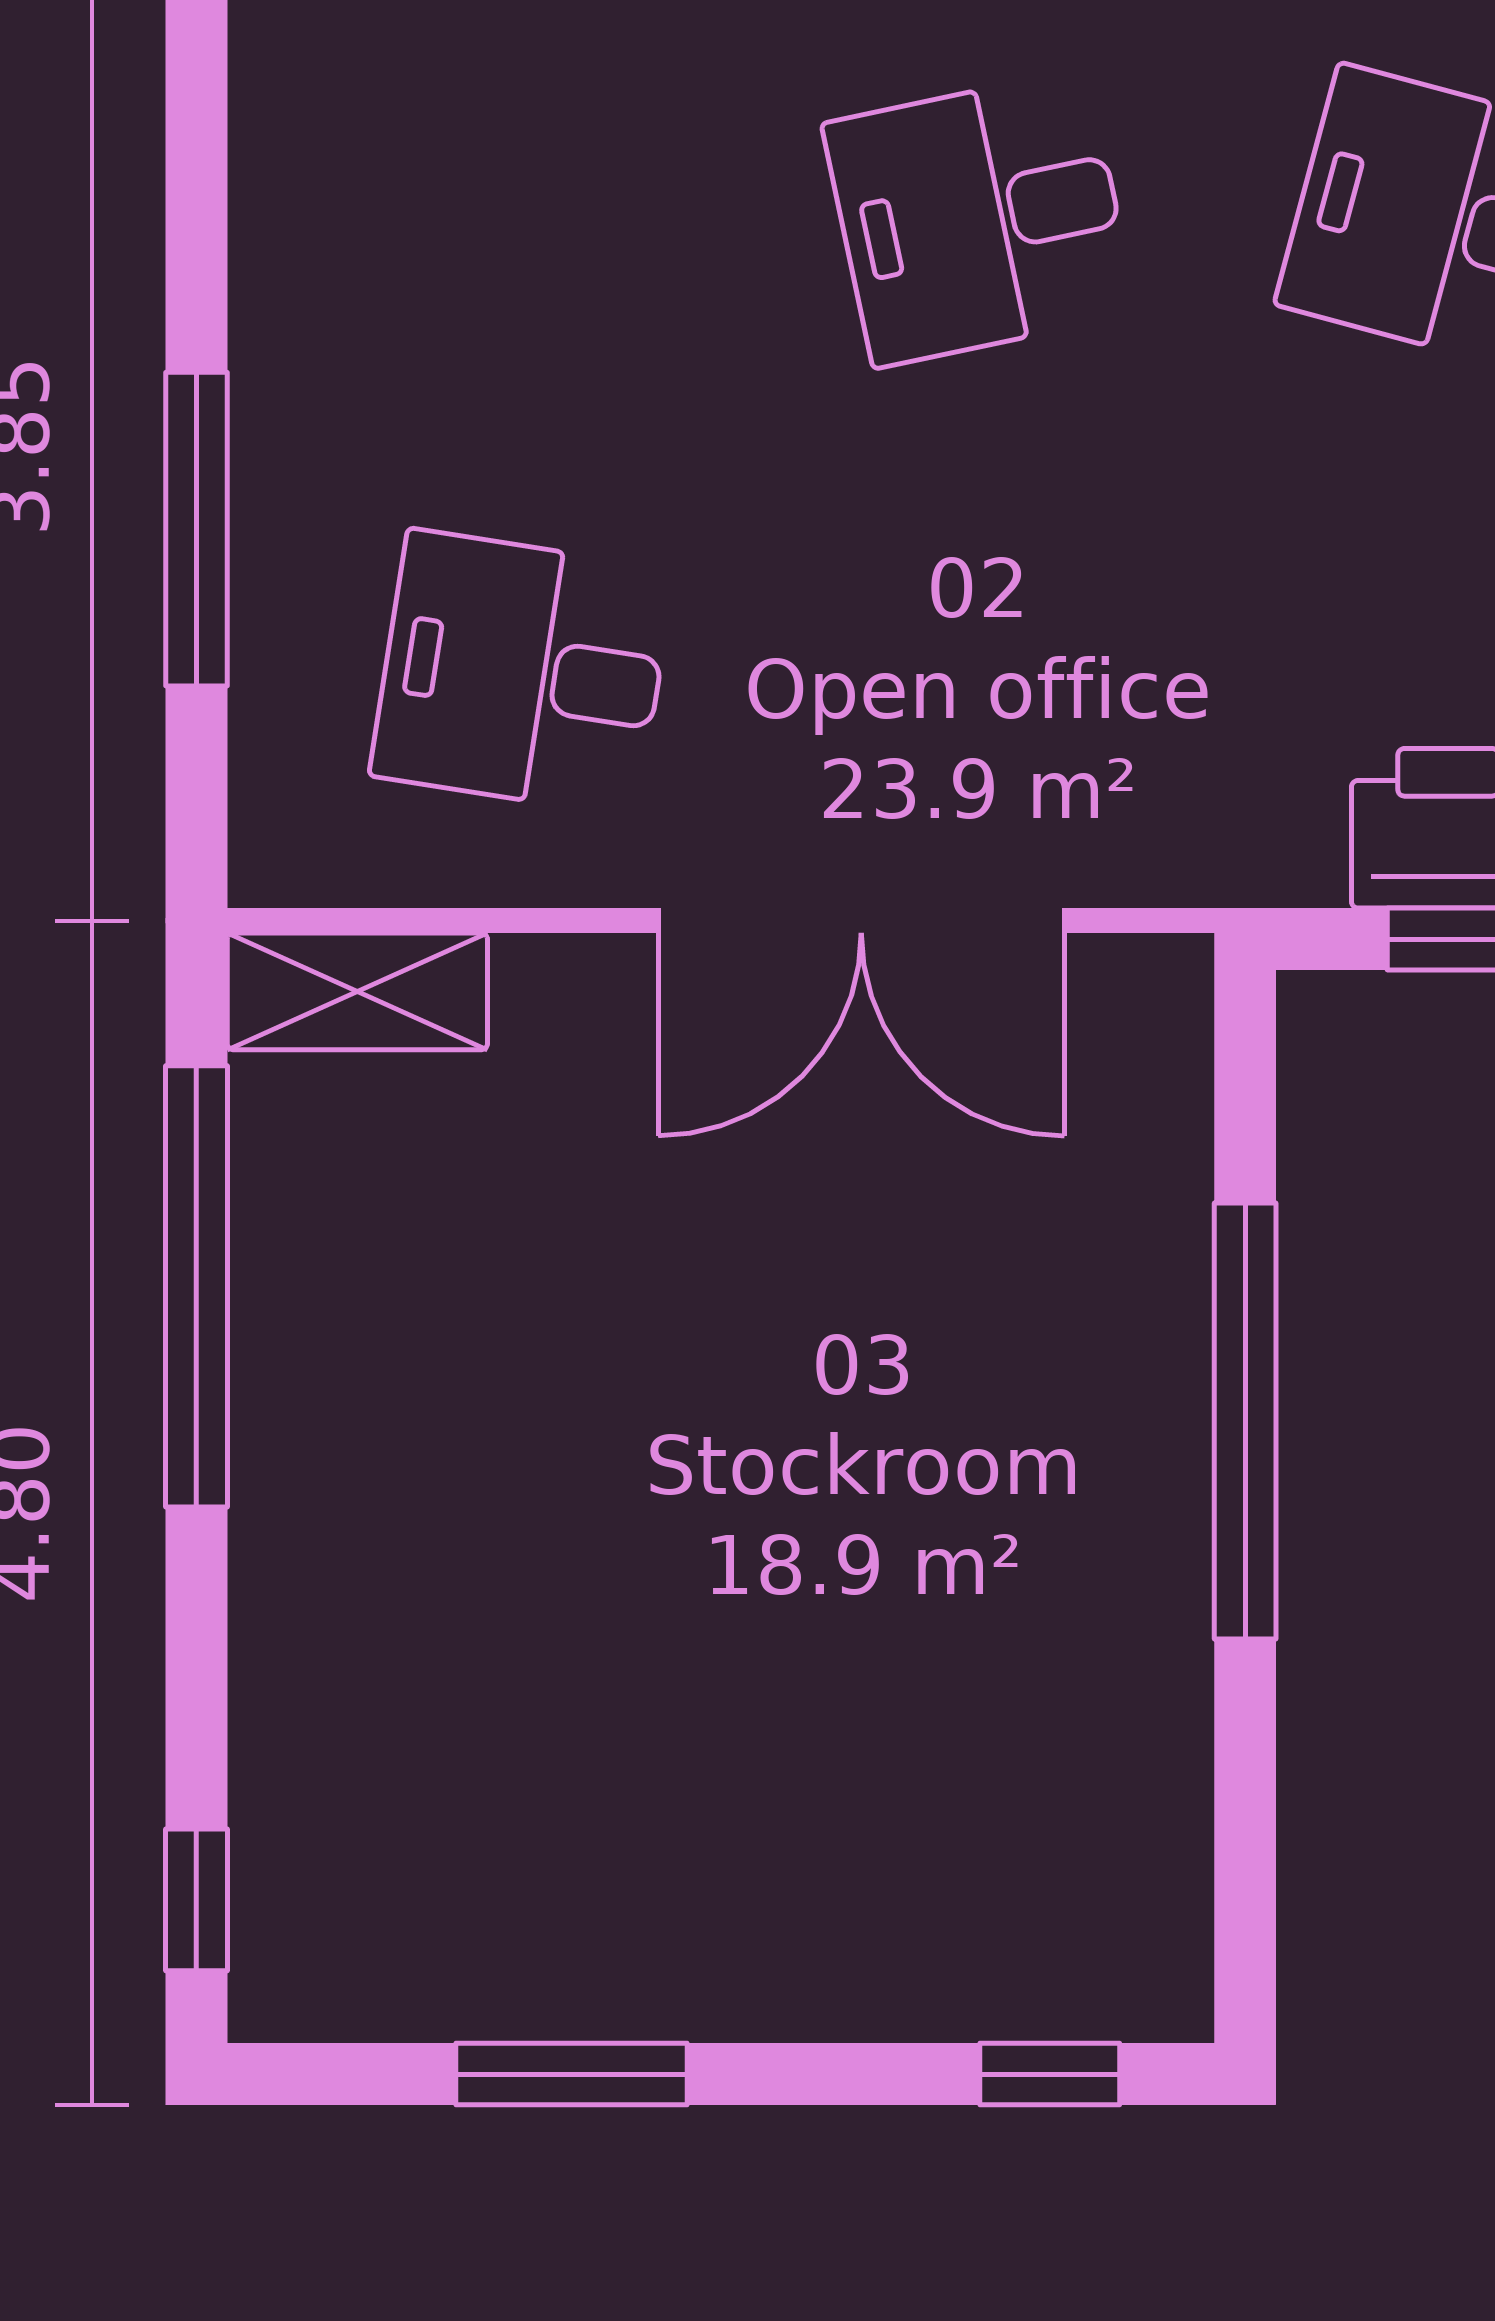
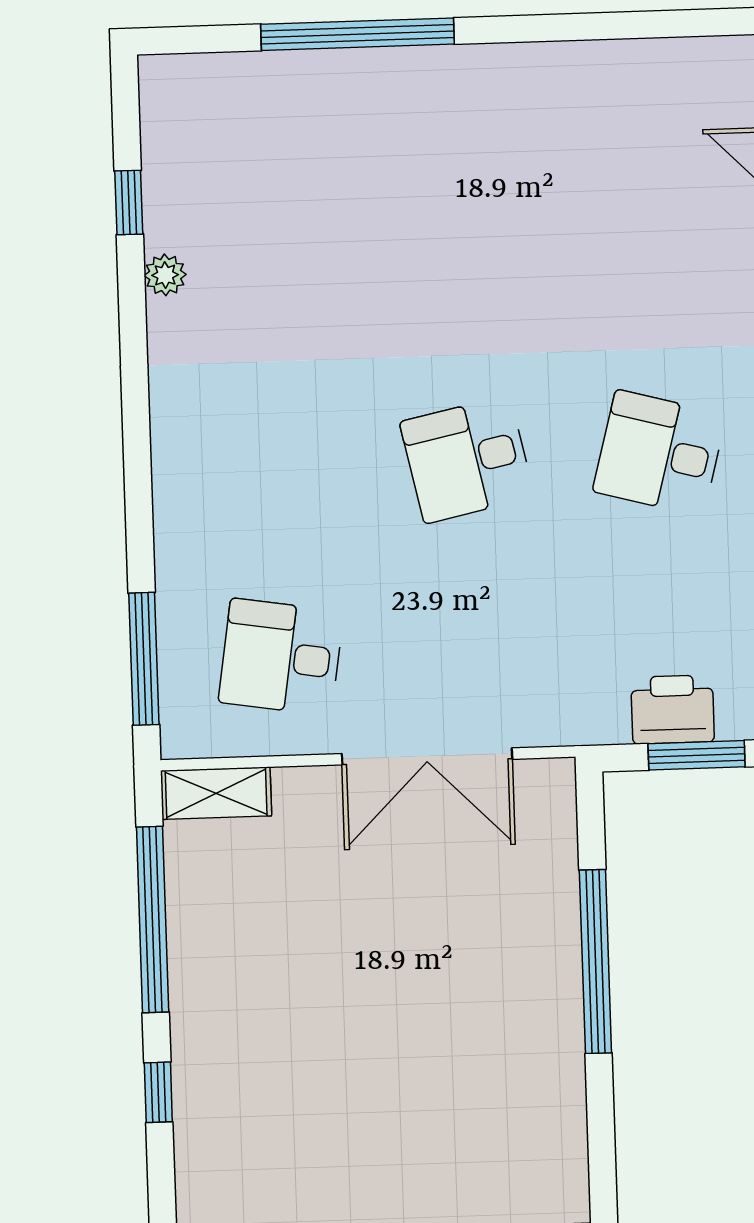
window: (196, 529) -> (144, 659), moved
window: (196, 1900) -> (158, 1092), moved

